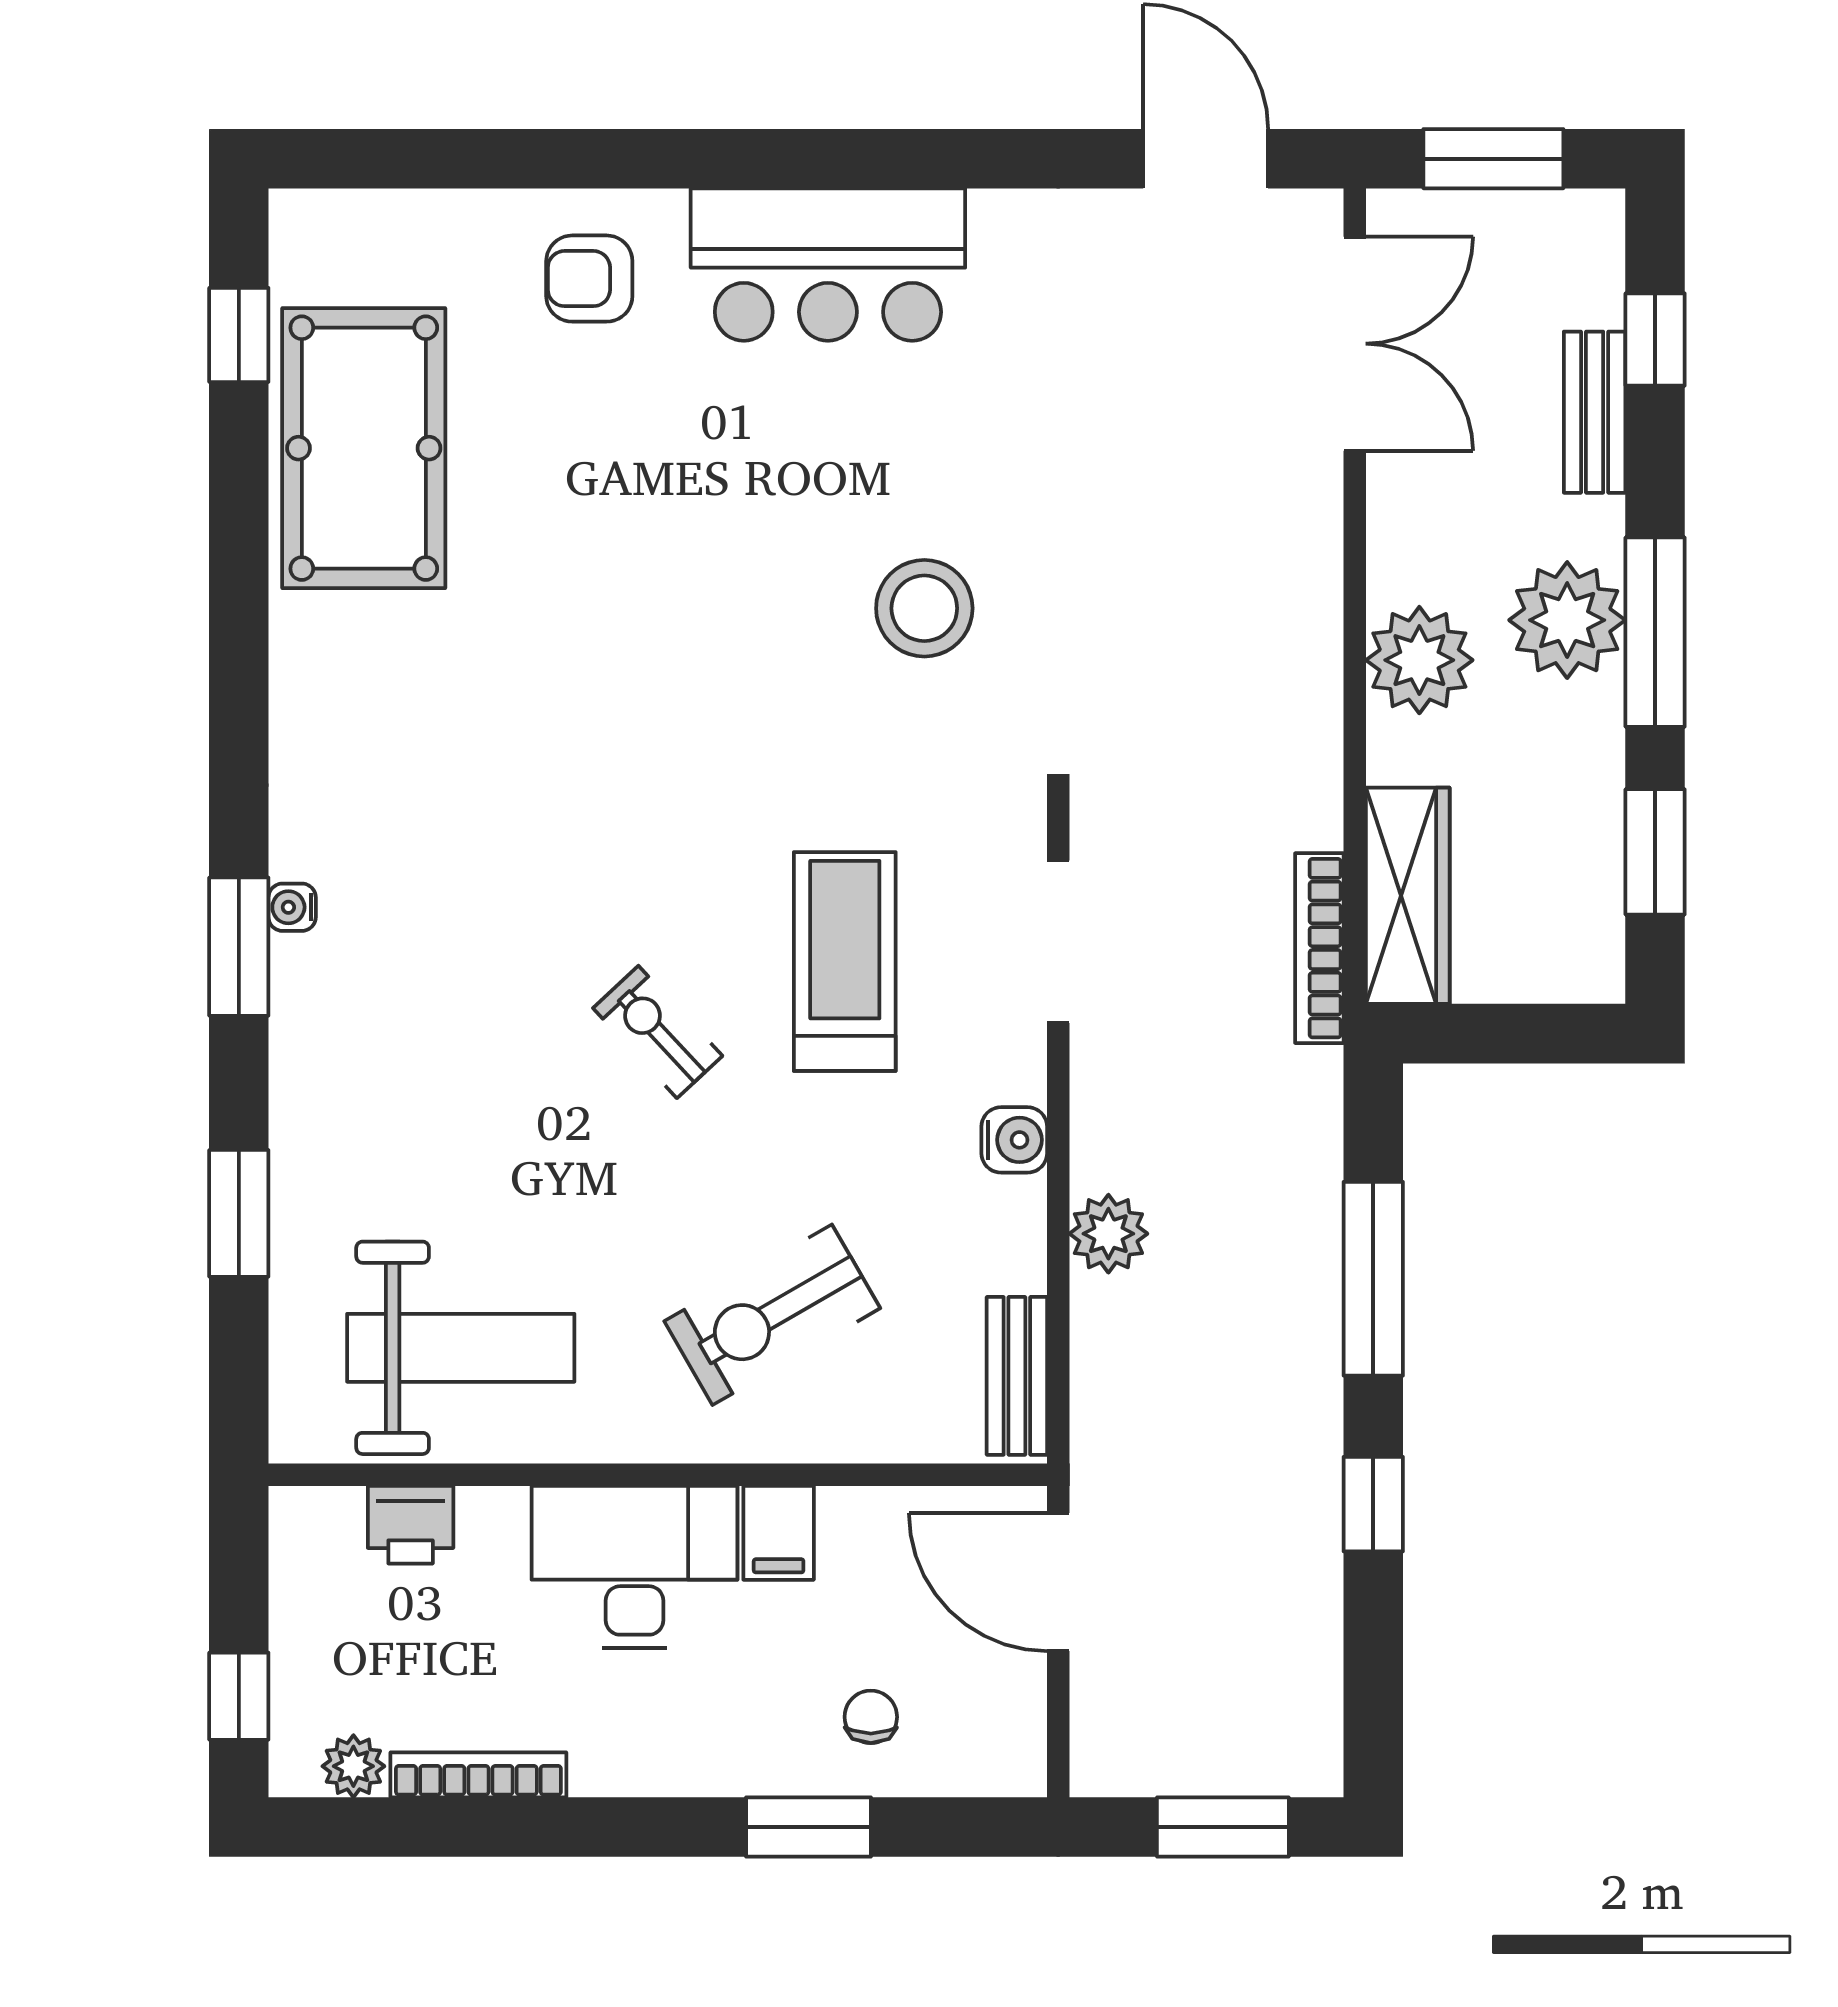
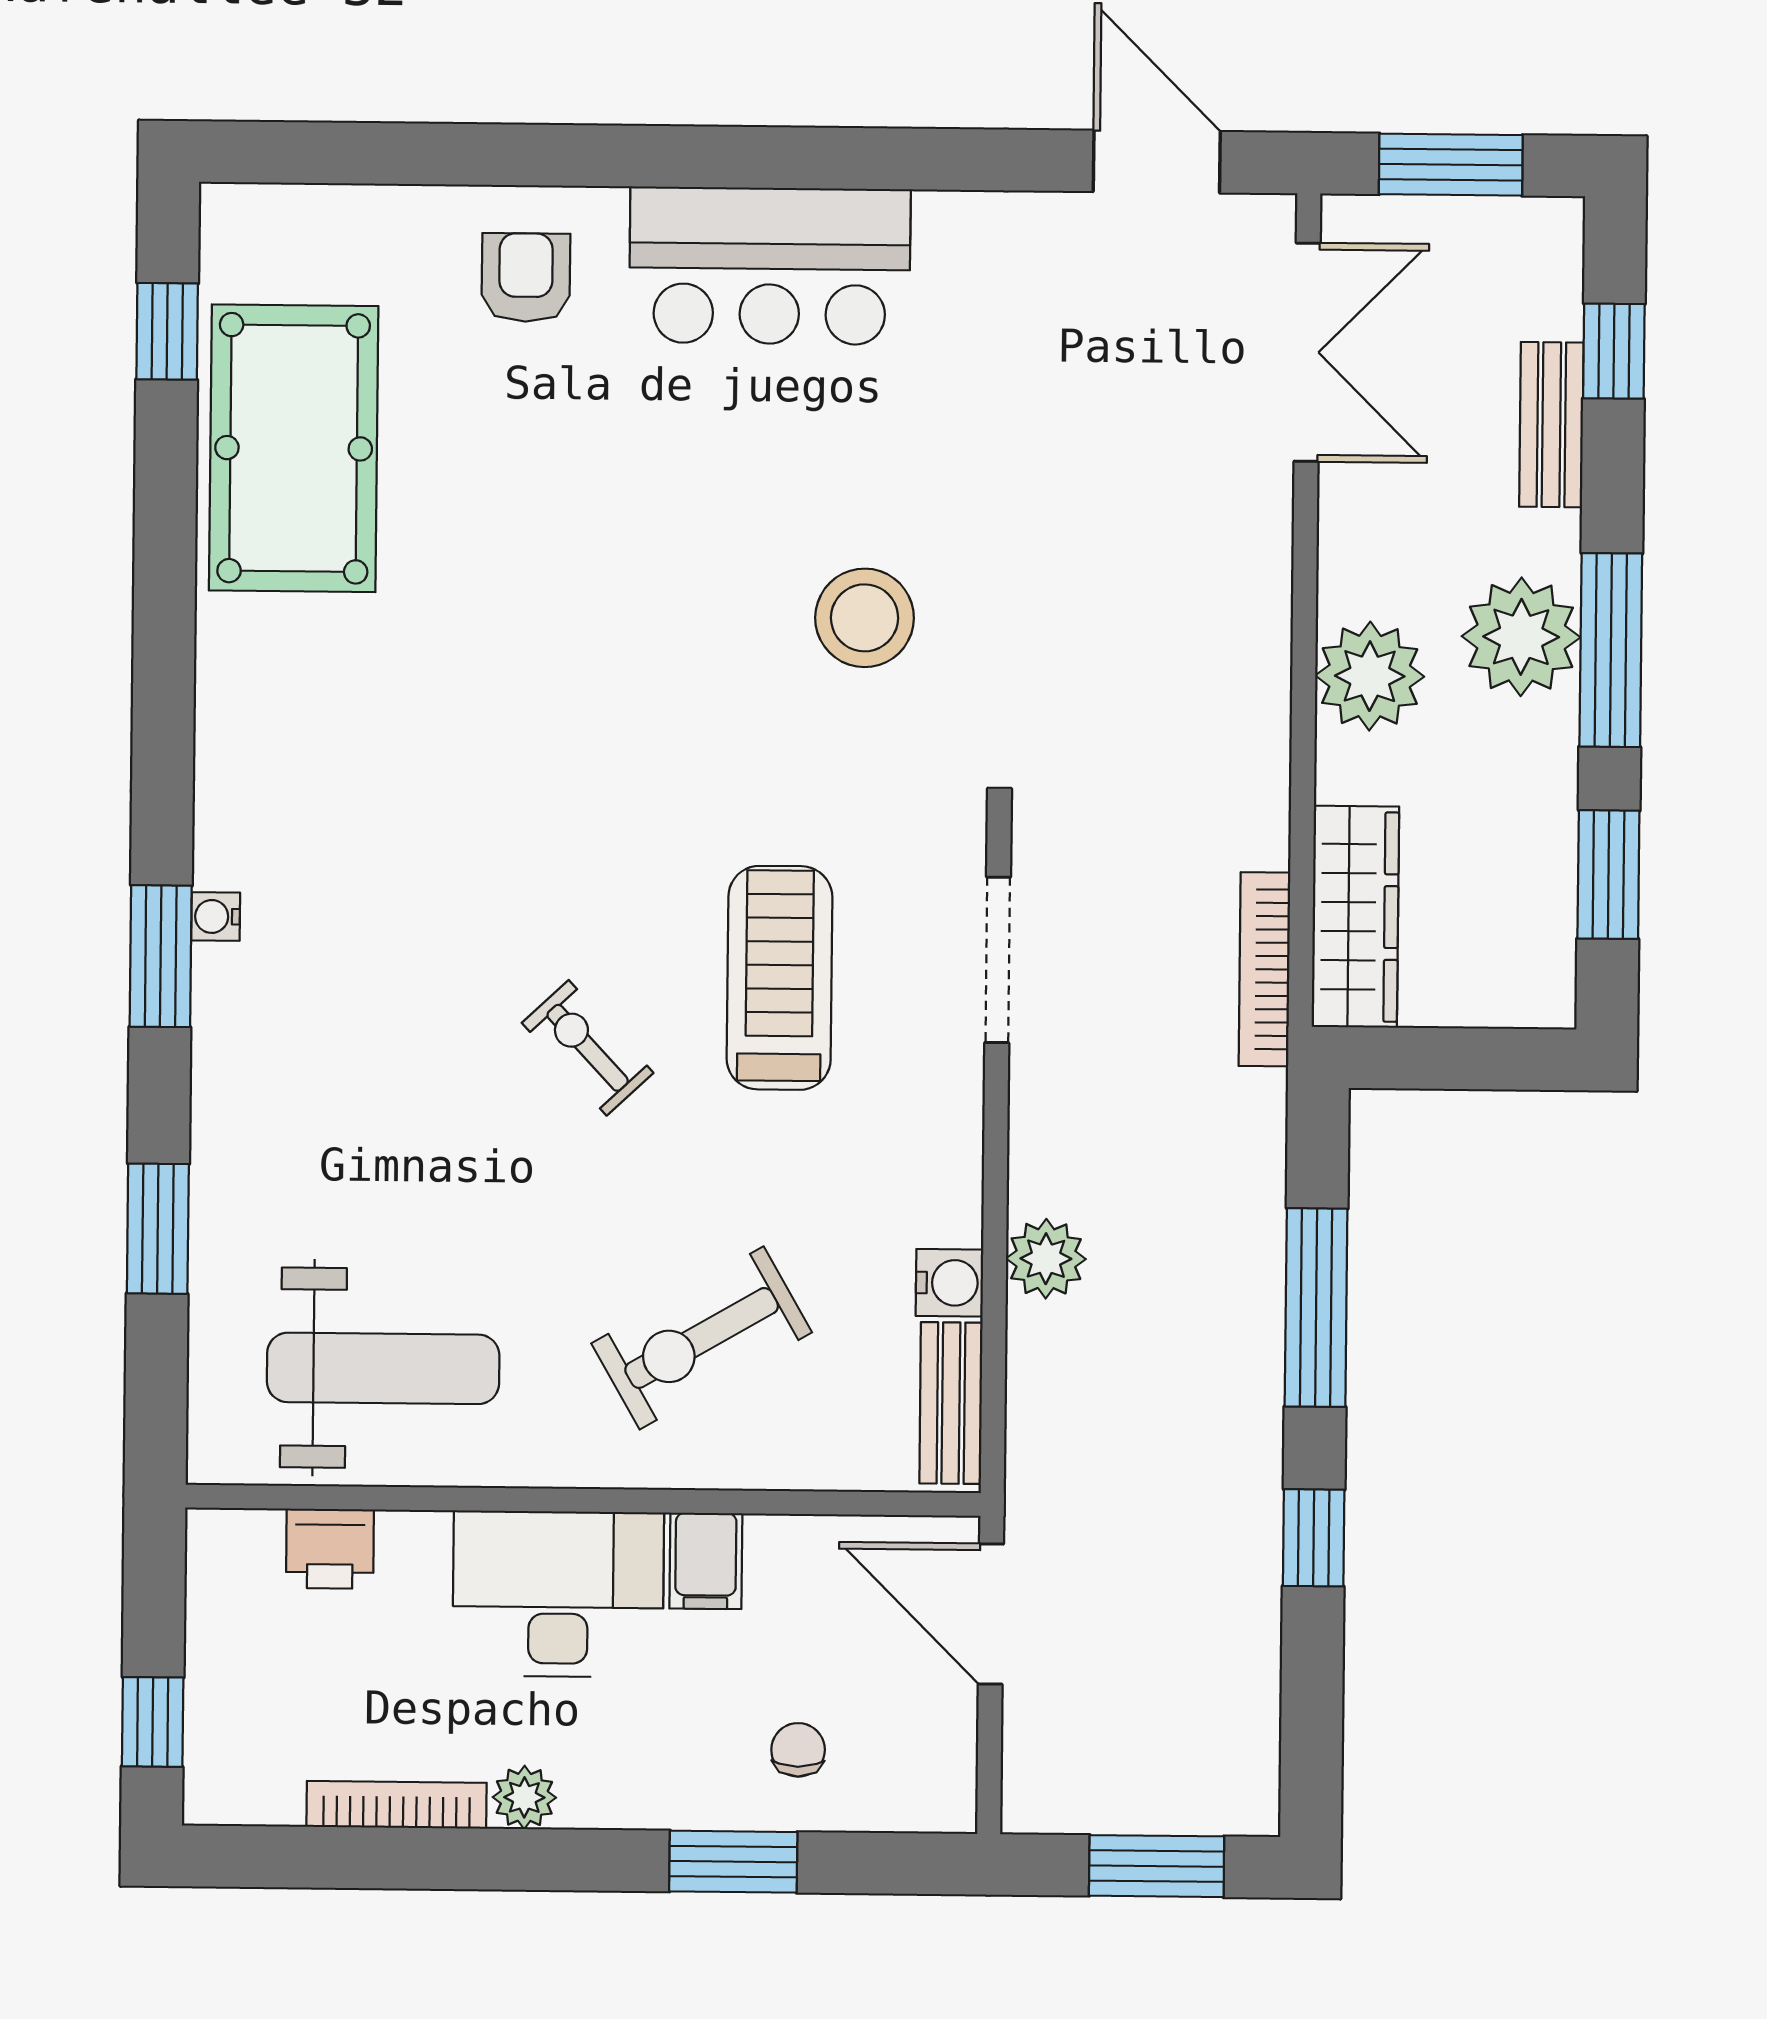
armchair: (589, 279) -> (526, 277), turned 90
water cooler: (1014, 1140) -> (949, 1283), moved
plant: (353, 1766) -> (524, 1797), moved

